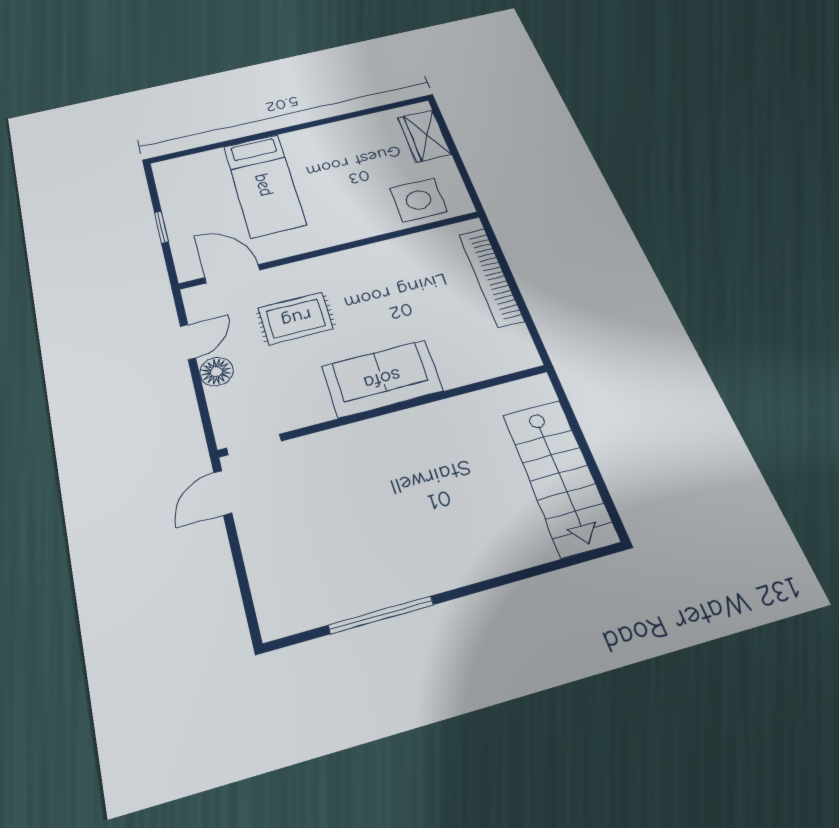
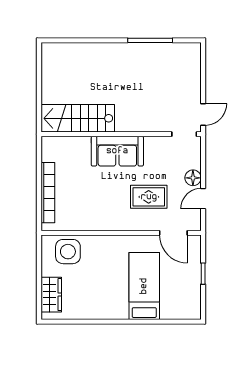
stairs: (560, 476) -> (78, 118), moved, turned -90

